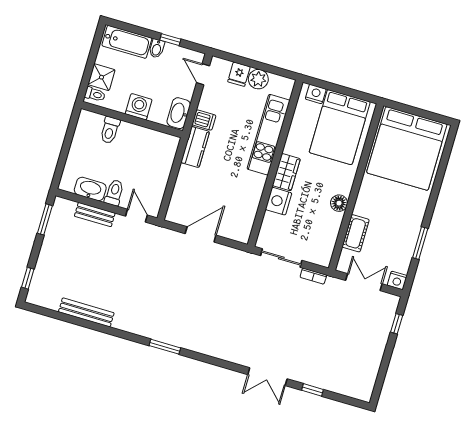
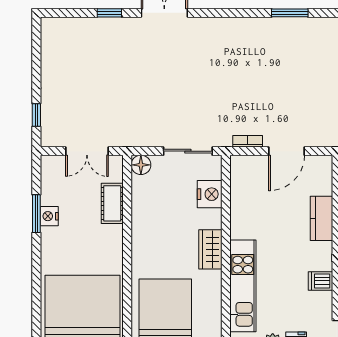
kitchen counter: (195, 147) -> (321, 218), moved
nightstand: (279, 201) -> (210, 194), moved
floor lamp: (339, 203) -> (141, 165), moved
bookcase: (313, 276) -> (248, 141), moved
nightstand: (397, 280) -> (49, 216), moved, turned -90

